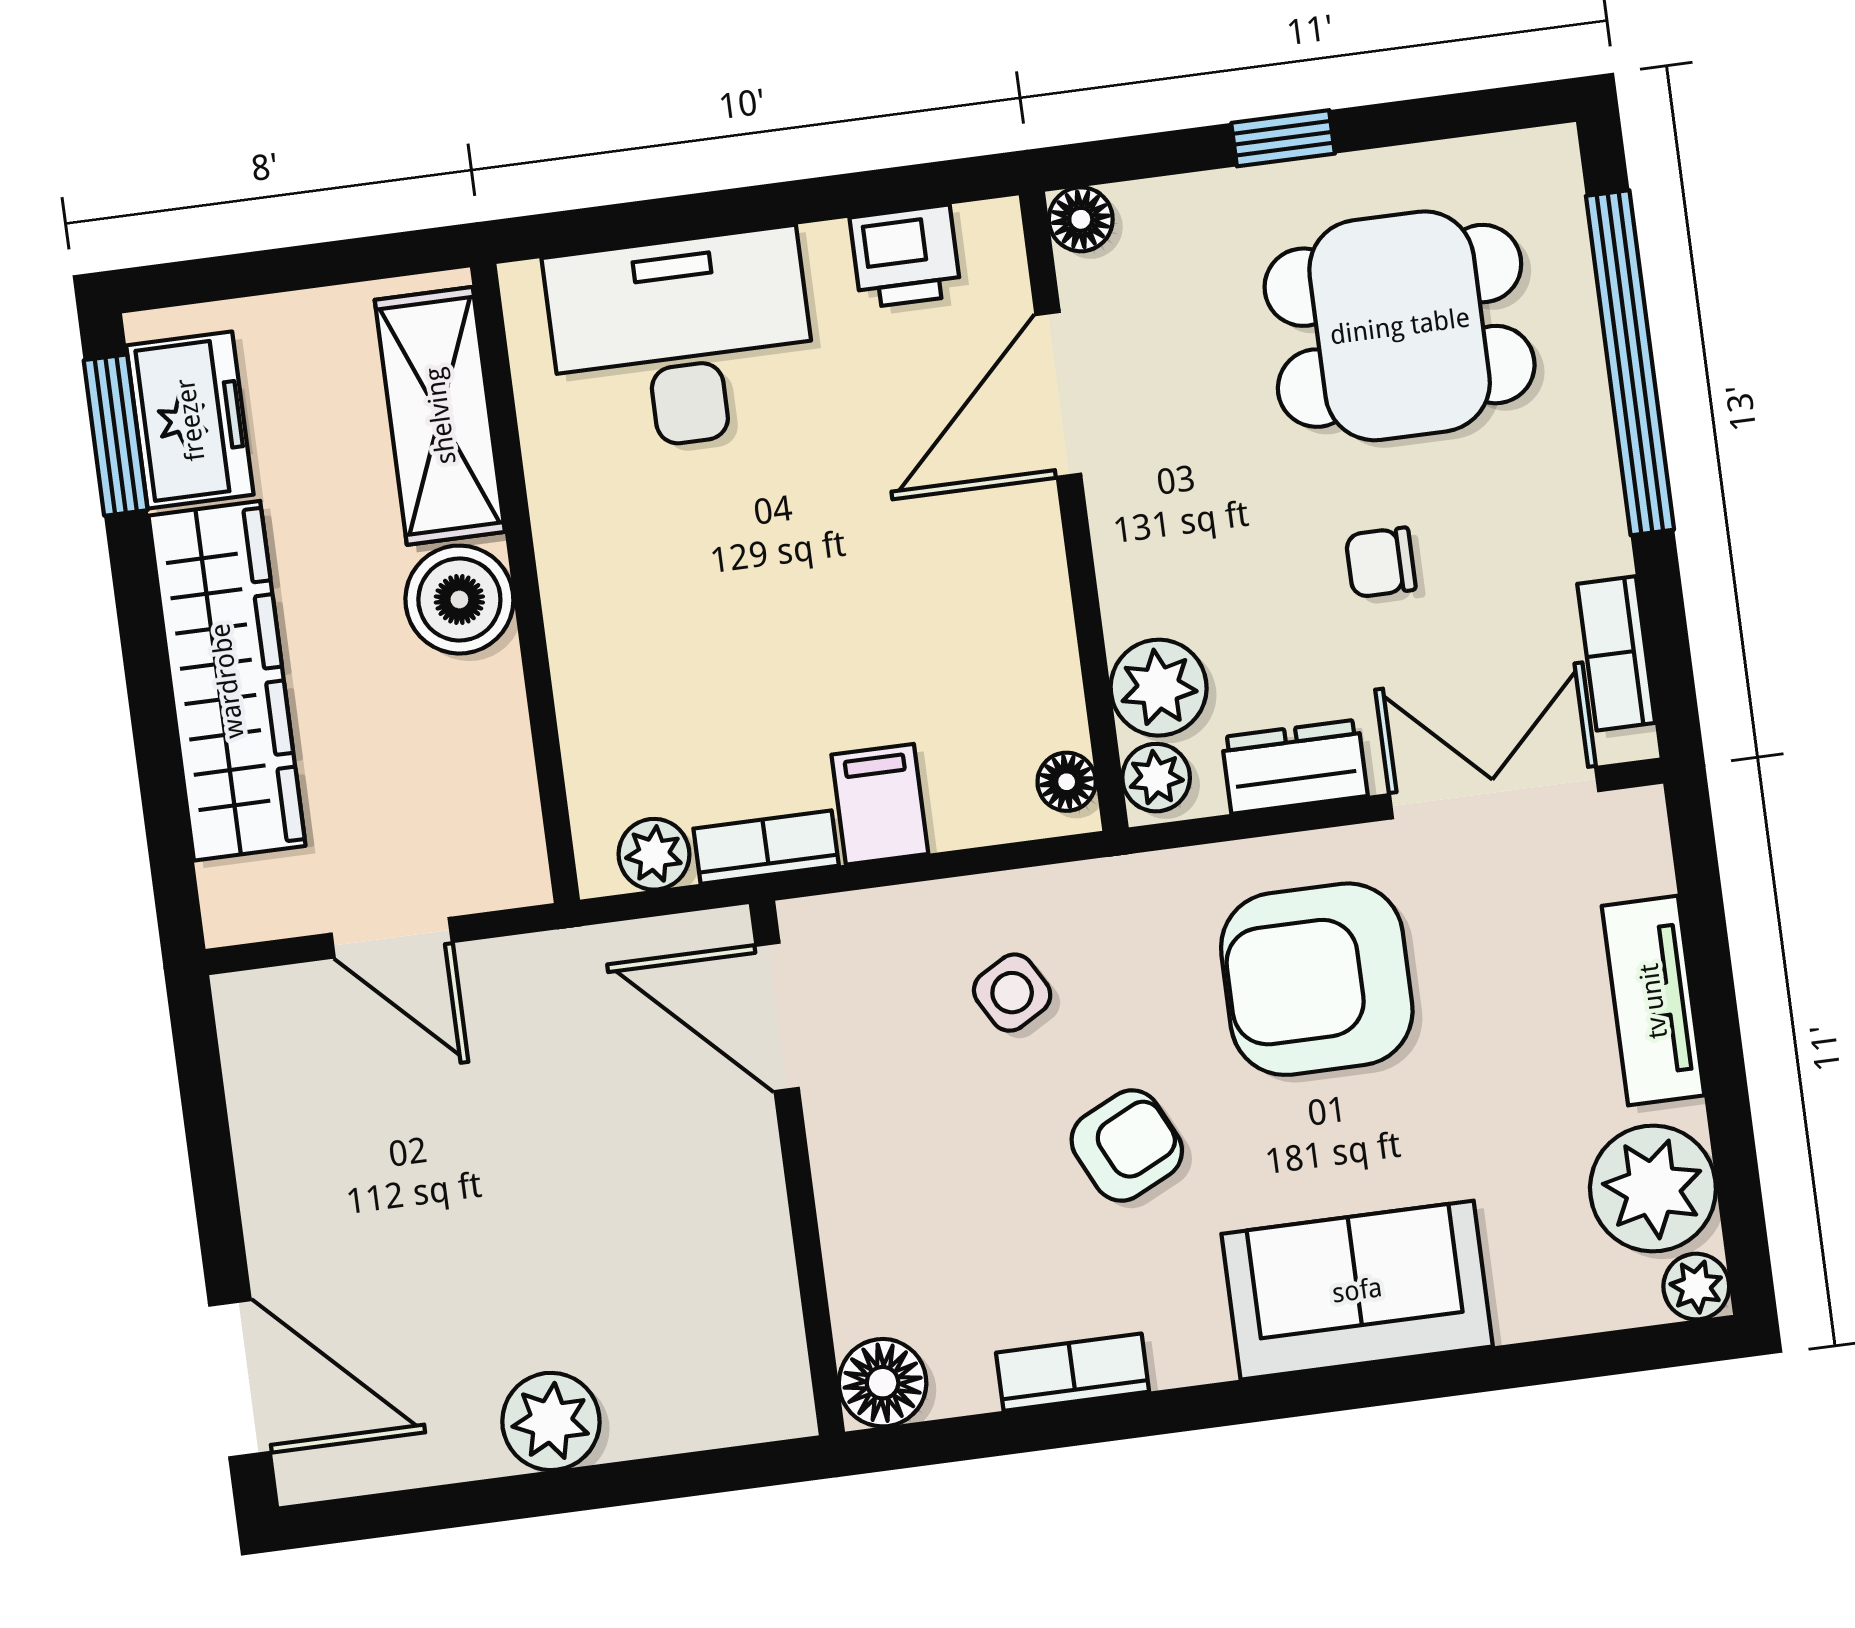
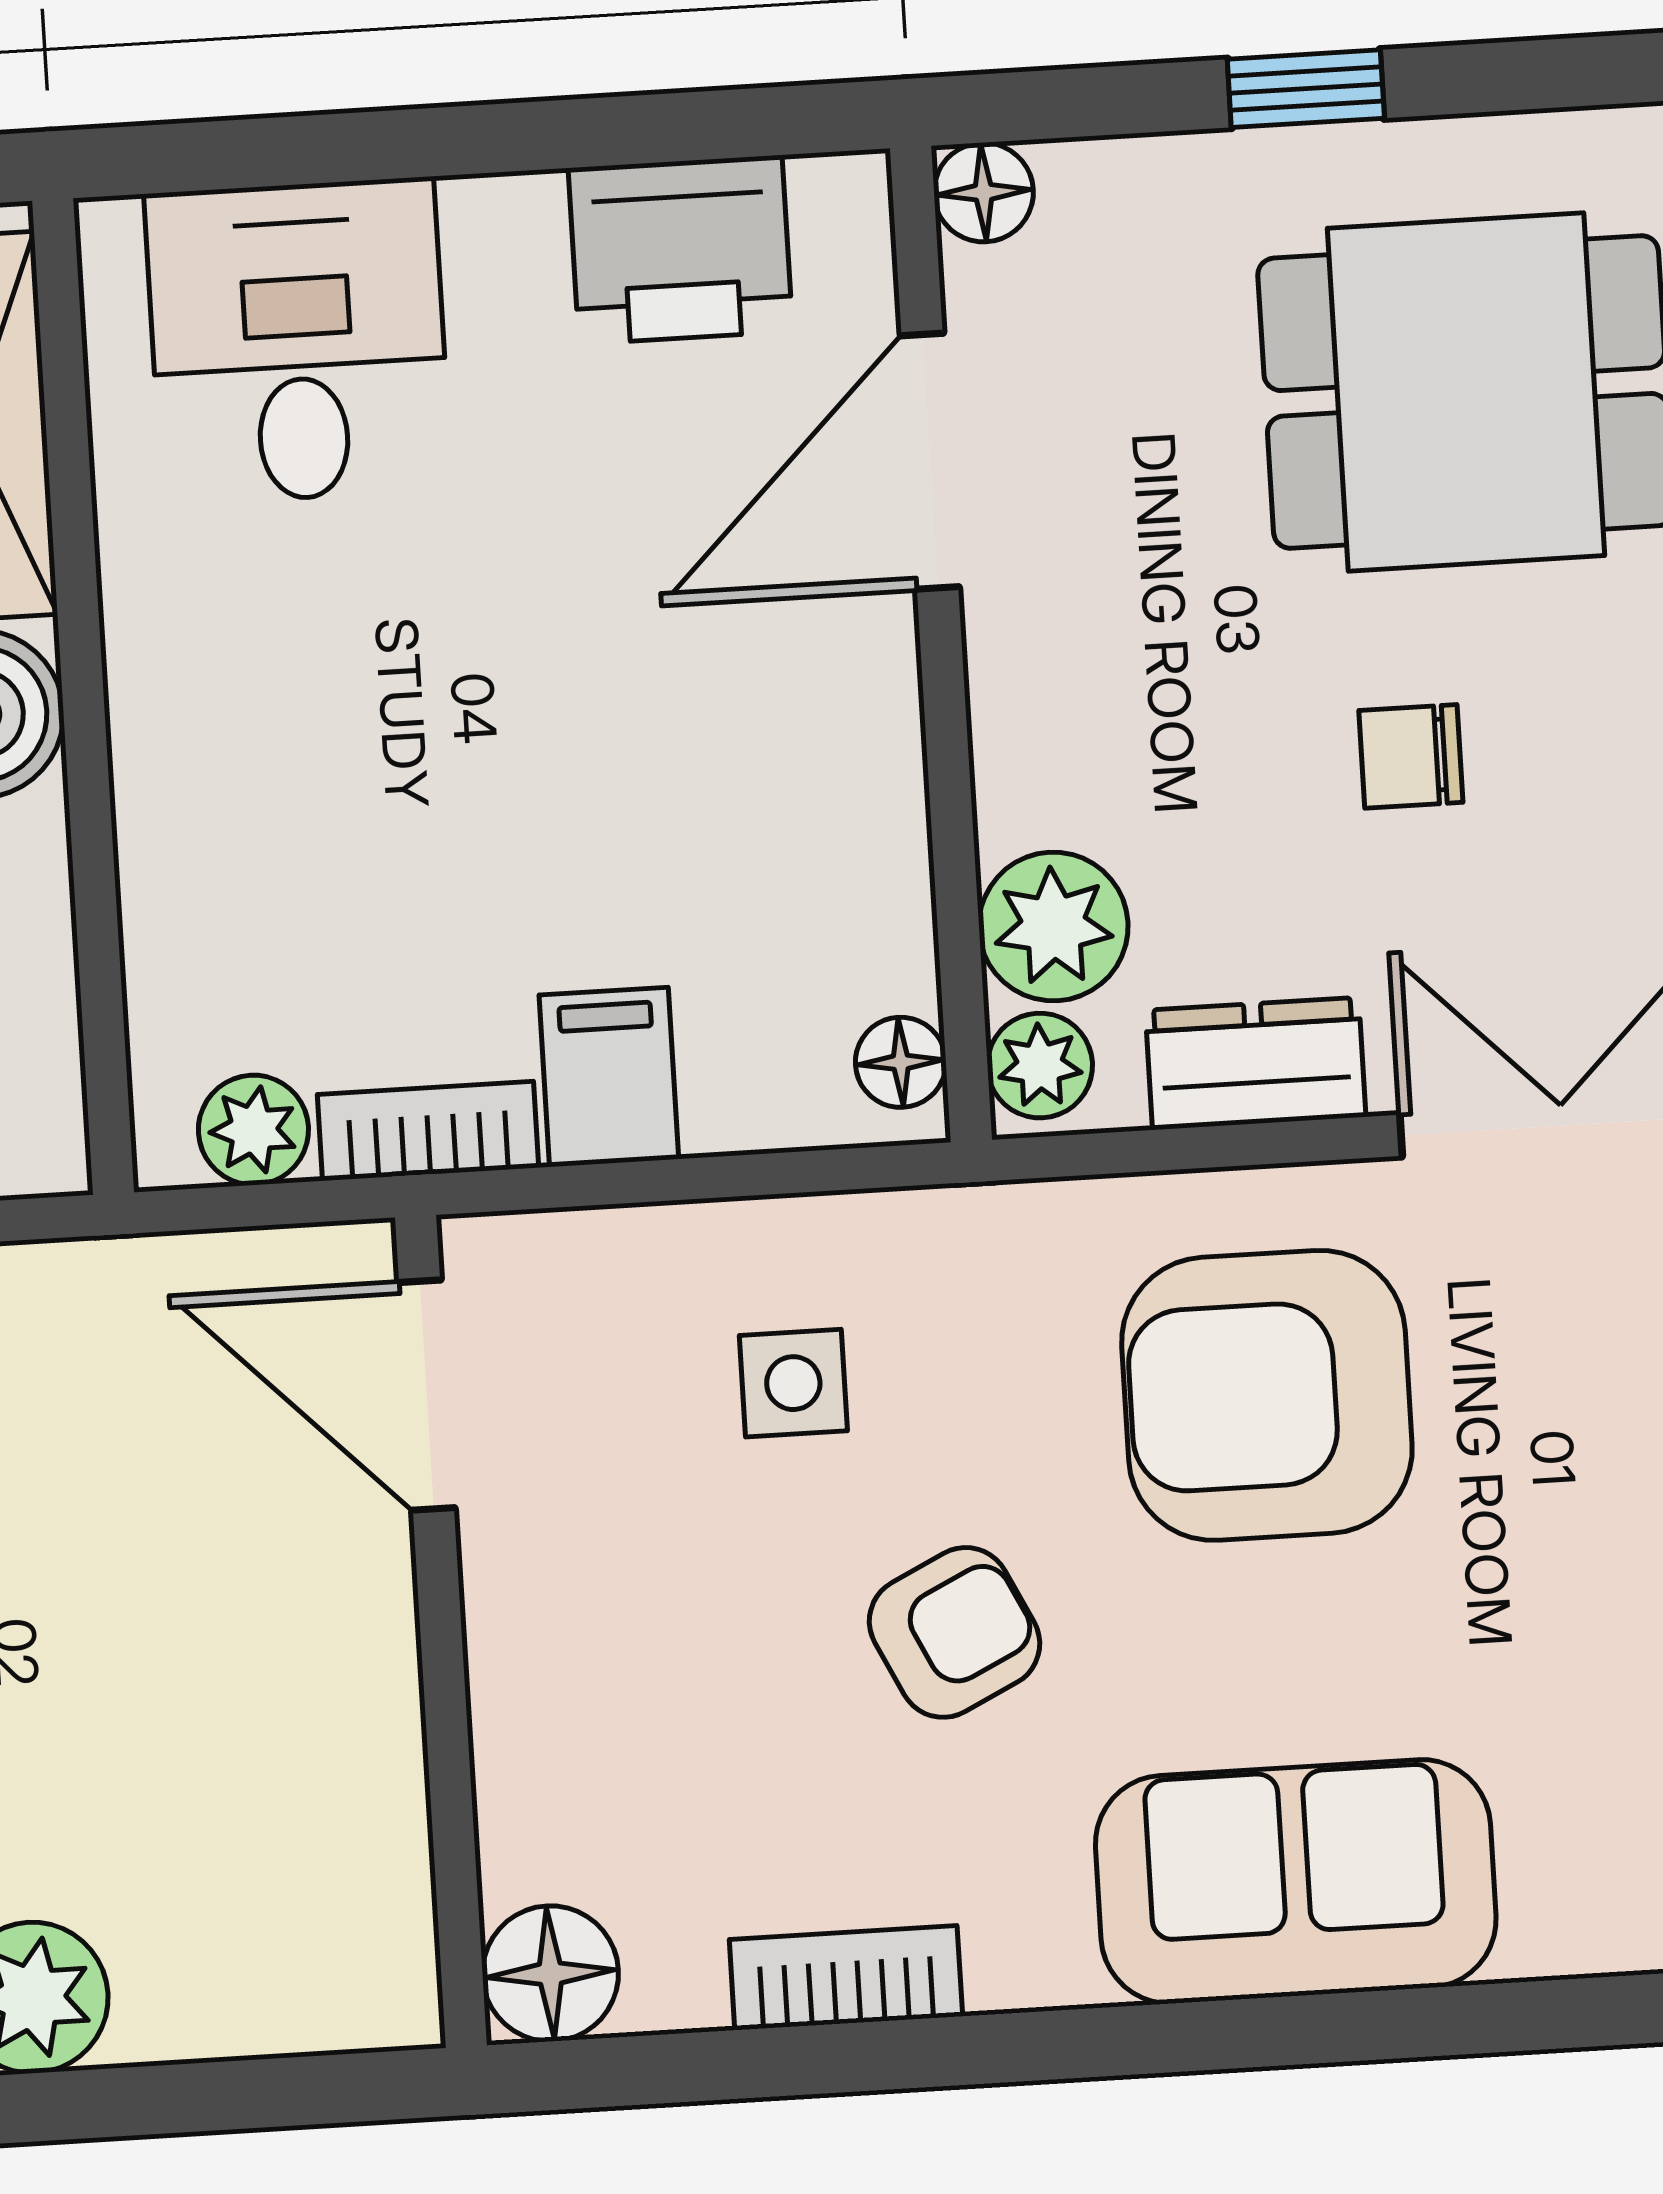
printer: (905, 256) -> (680, 250), width x1.36, depth x1.24
desk: (682, 341) -> (298, 341), width x0.73
side table: (1012, 993) -> (793, 1383), turned 30

